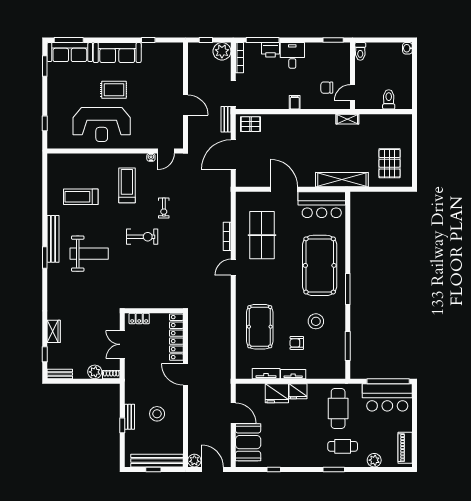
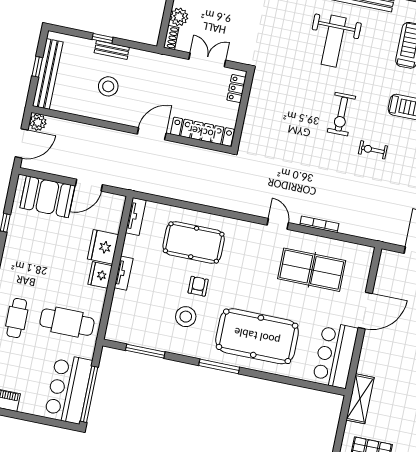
shelving: (342, 180) -> (360, 399), width x0.68
armchair: (297, 343) -> (198, 286), moved
tv unit: (266, 374) -> (136, 217), moved

